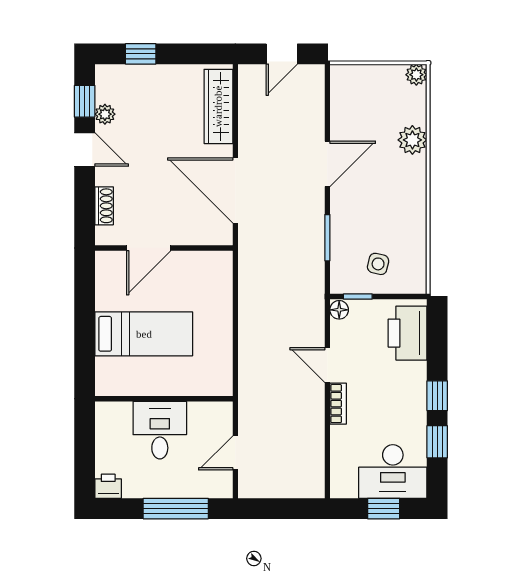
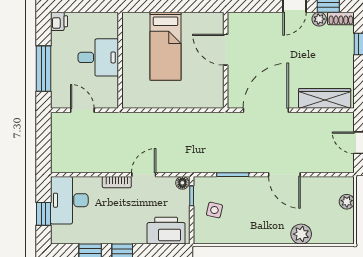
plant: (416, 75) -> (347, 202), moved
shoe rack: (104, 206) -> (341, 18), moved
desk: (393, 472) -> (69, 200), moved

